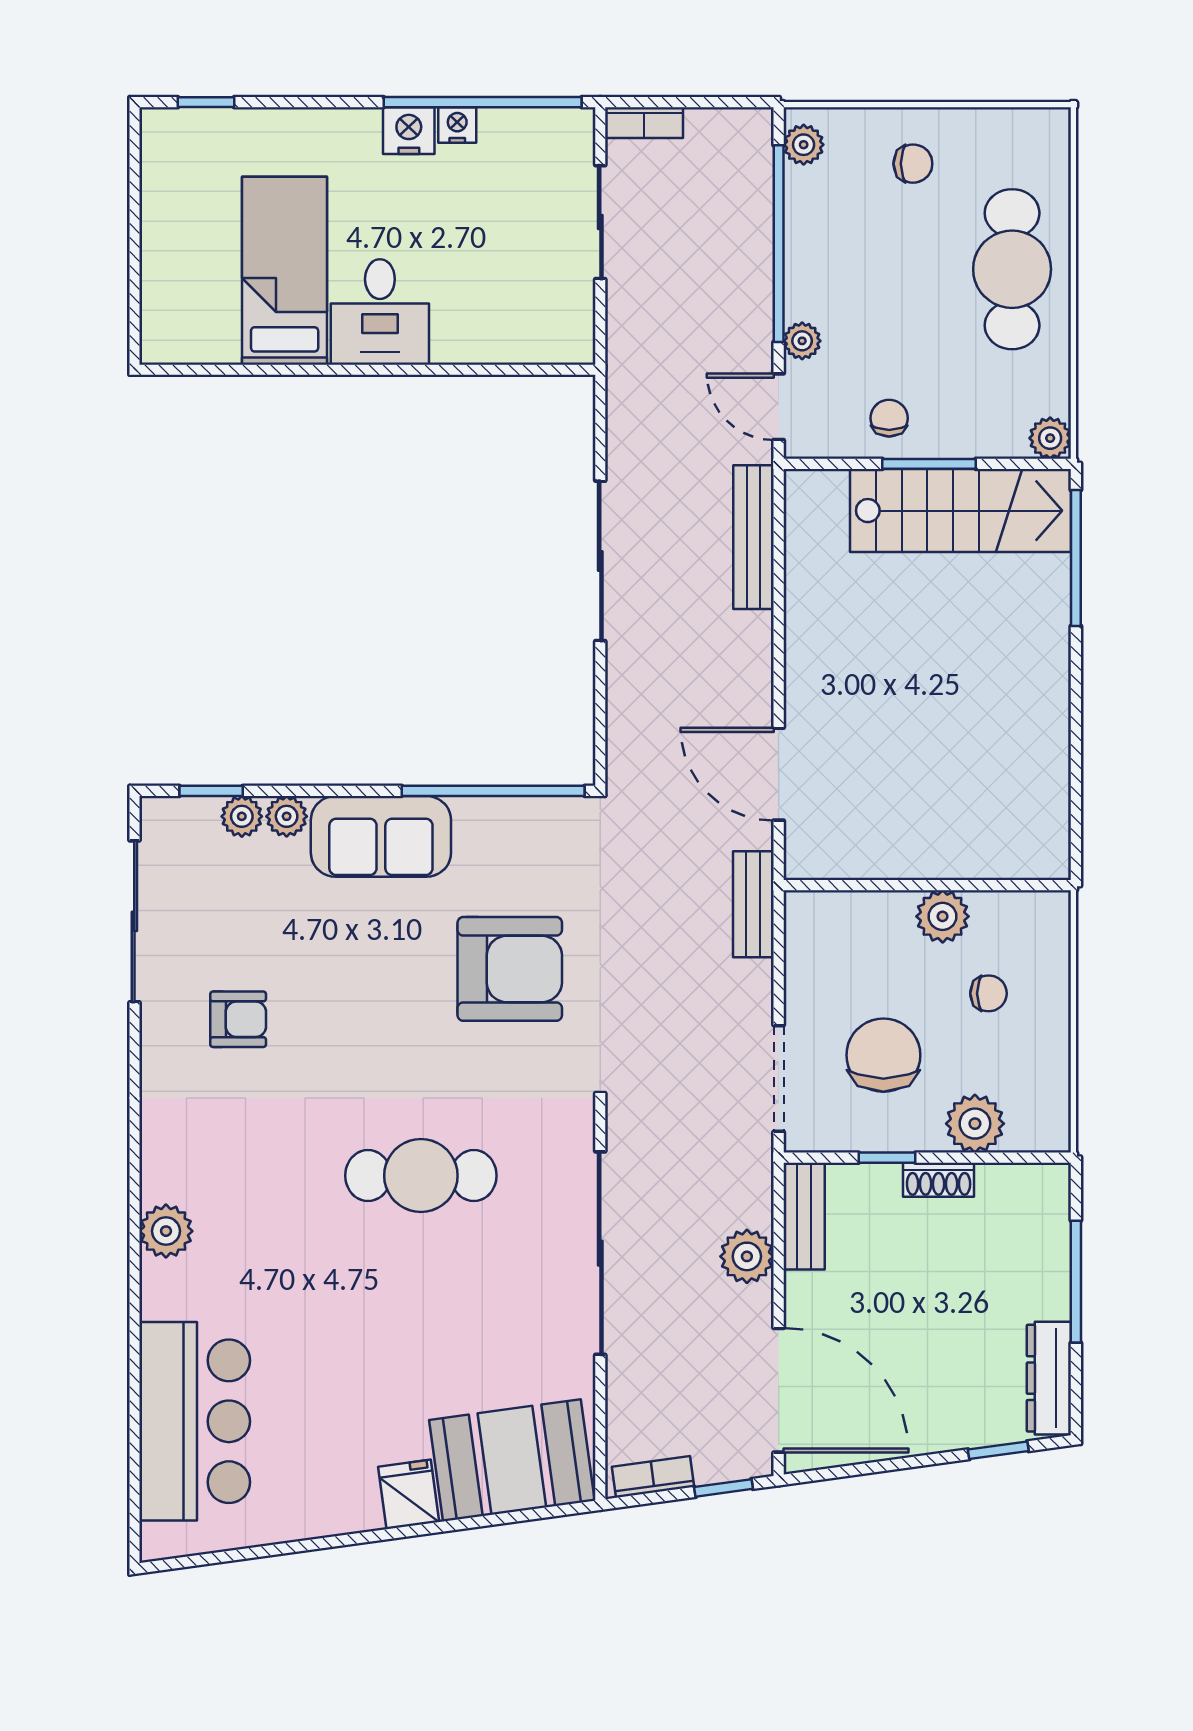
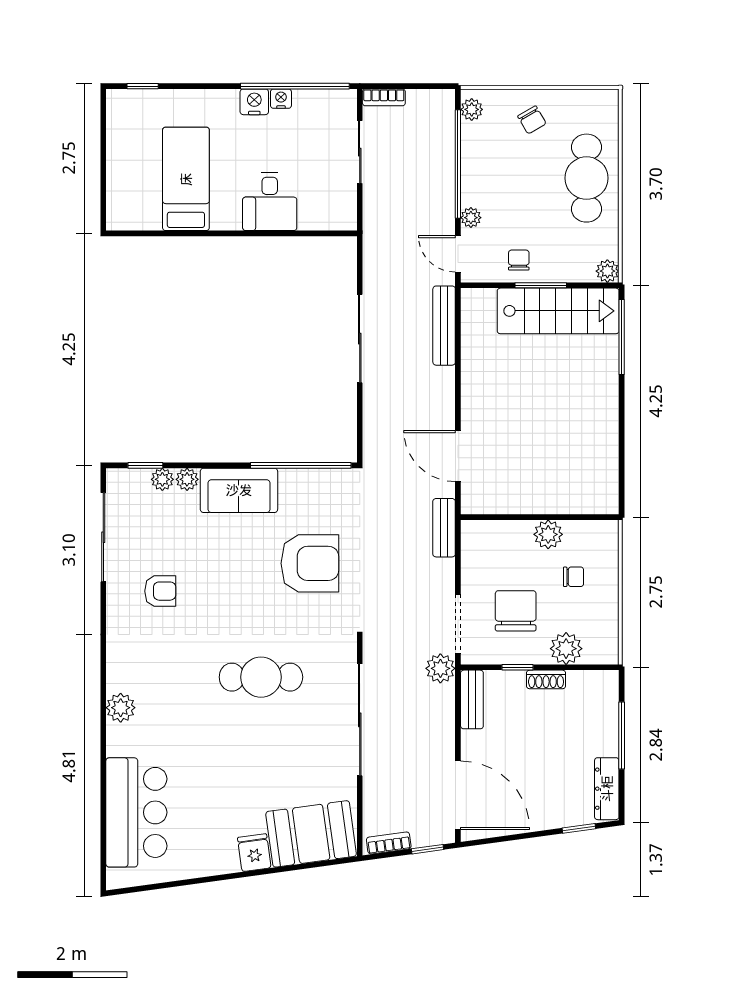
chair: (913, 164) -> (532, 120), turned 60
desk: (380, 312) -> (270, 202), moved
plant: (747, 1256) -> (440, 668), moved

